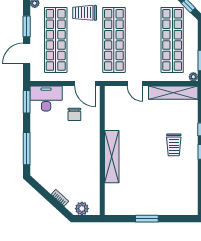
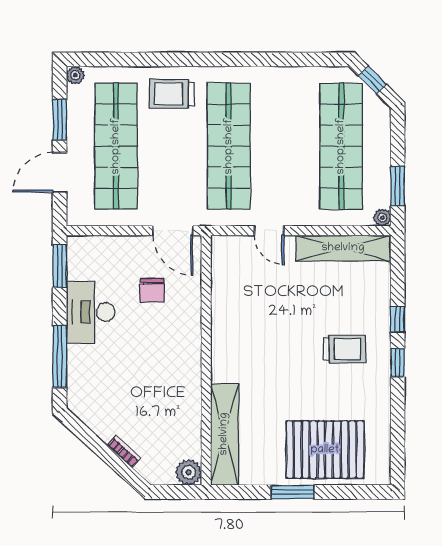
desk: (46, 98) -> (91, 312), moved, turned -90
trolley: (174, 145) -> (344, 349), turned -90
shelving: (112, 157) -> (224, 434), moved
pallet: (164, 197) -> (325, 450), added
plant: (82, 209) -> (189, 472), moved

